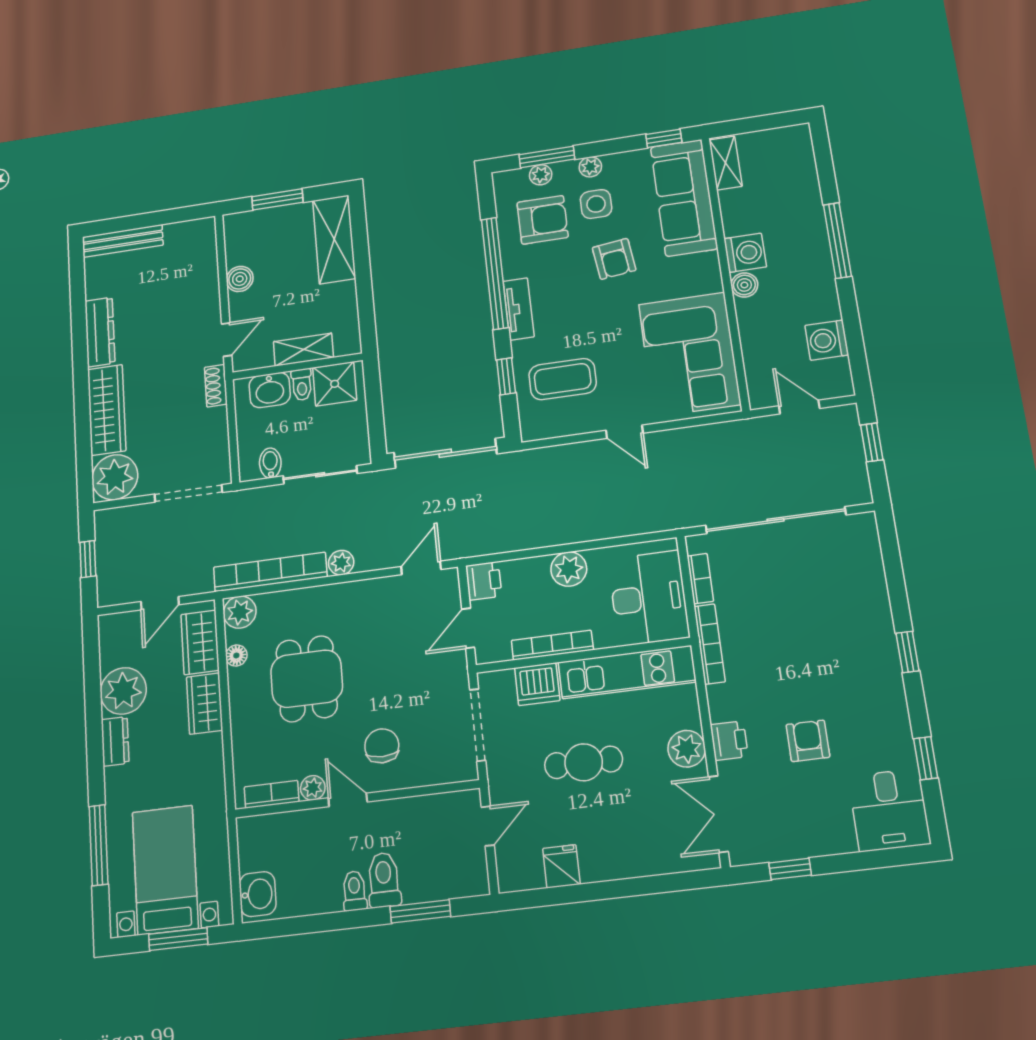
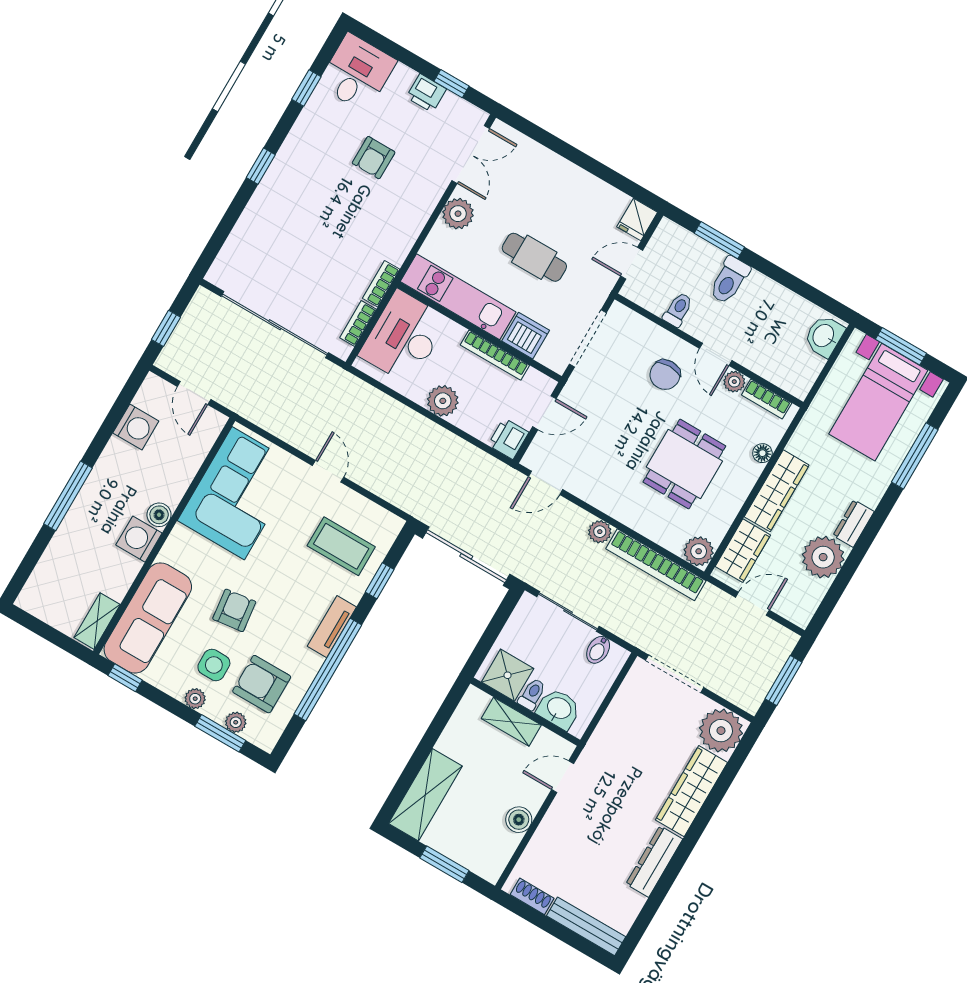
shoe rack: (216, 386) -> (532, 896), moved, turned -90
window: (88, 559) -> (784, 680), width x1.50
bookcase: (710, 644) -> (381, 284), width x0.64
floor lamp: (236, 656) -> (762, 453), moved
wardrobe: (205, 704) -> (777, 491), width x1.50
printer: (729, 741) -> (426, 93), moved, turned -90
fridge: (561, 866) -> (637, 219), moved
toilet: (354, 891) -> (678, 310), moved, turned 180

